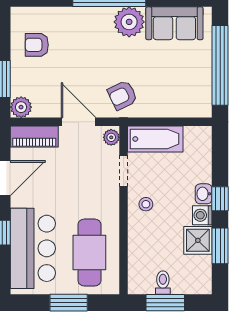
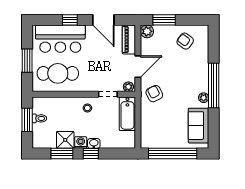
plant: (129, 22) -> (204, 98), width x0.53, depth x0.53
armchair: (37, 45) -> (185, 41), turned -53

